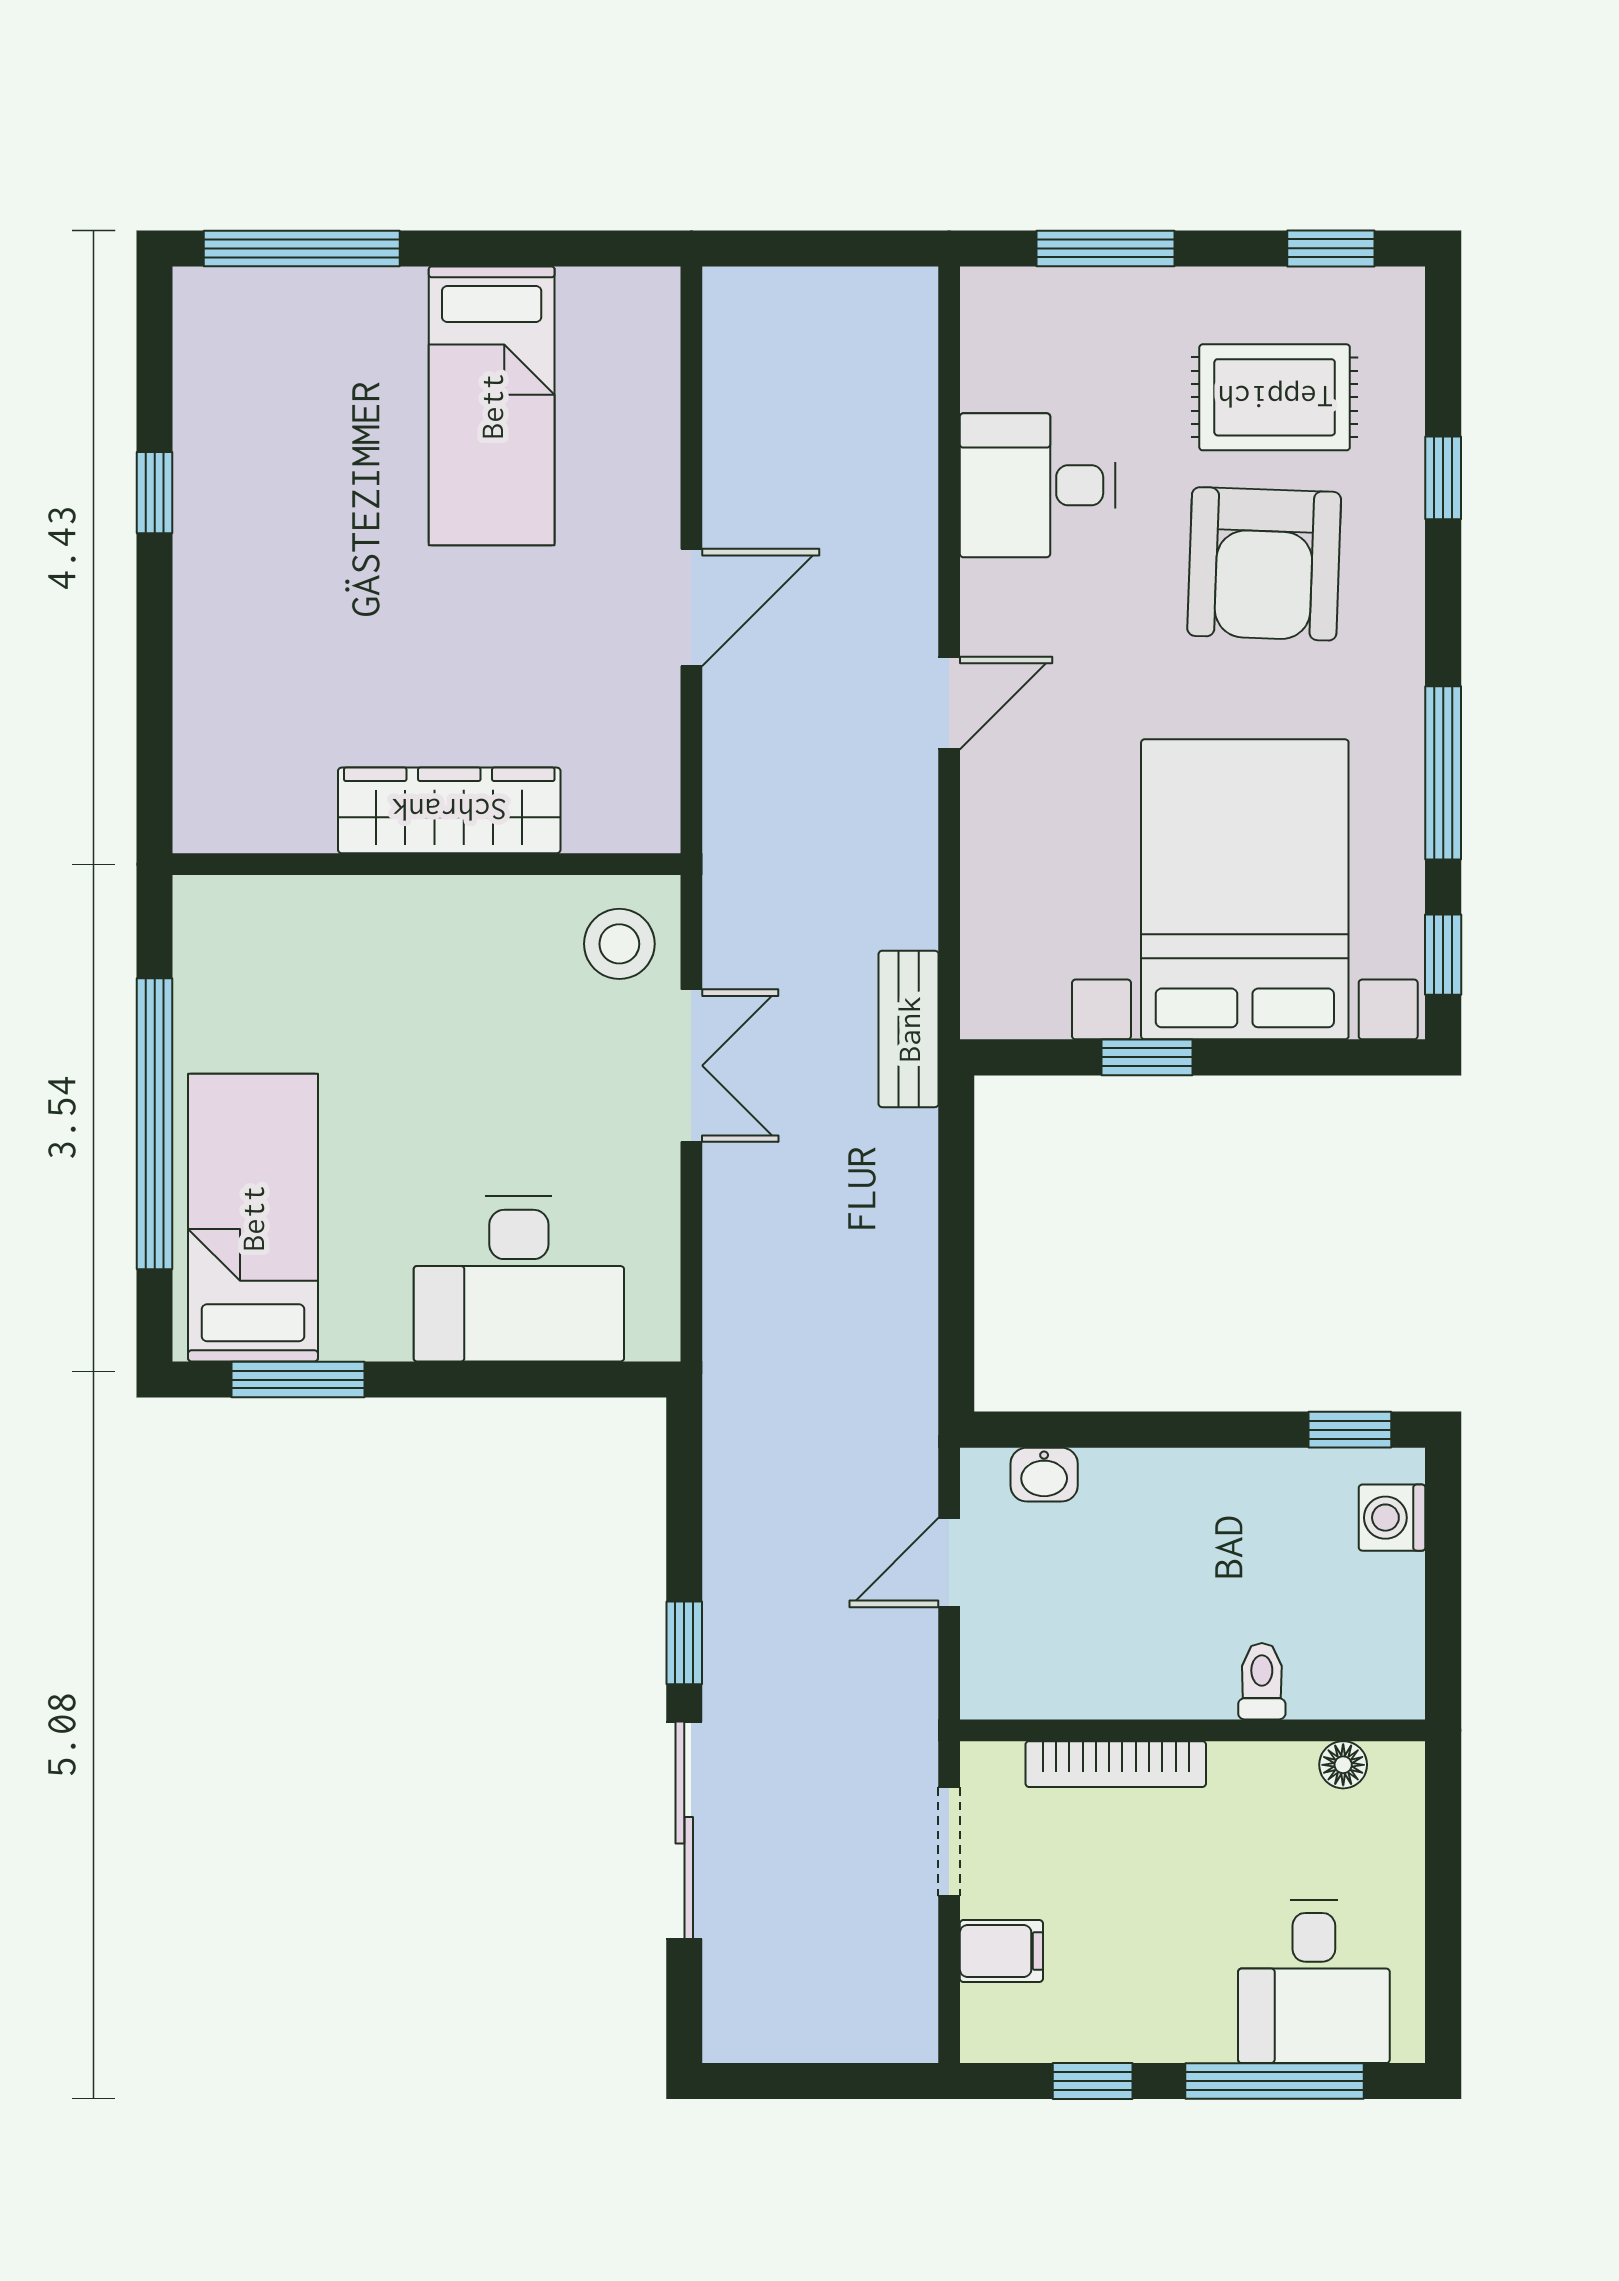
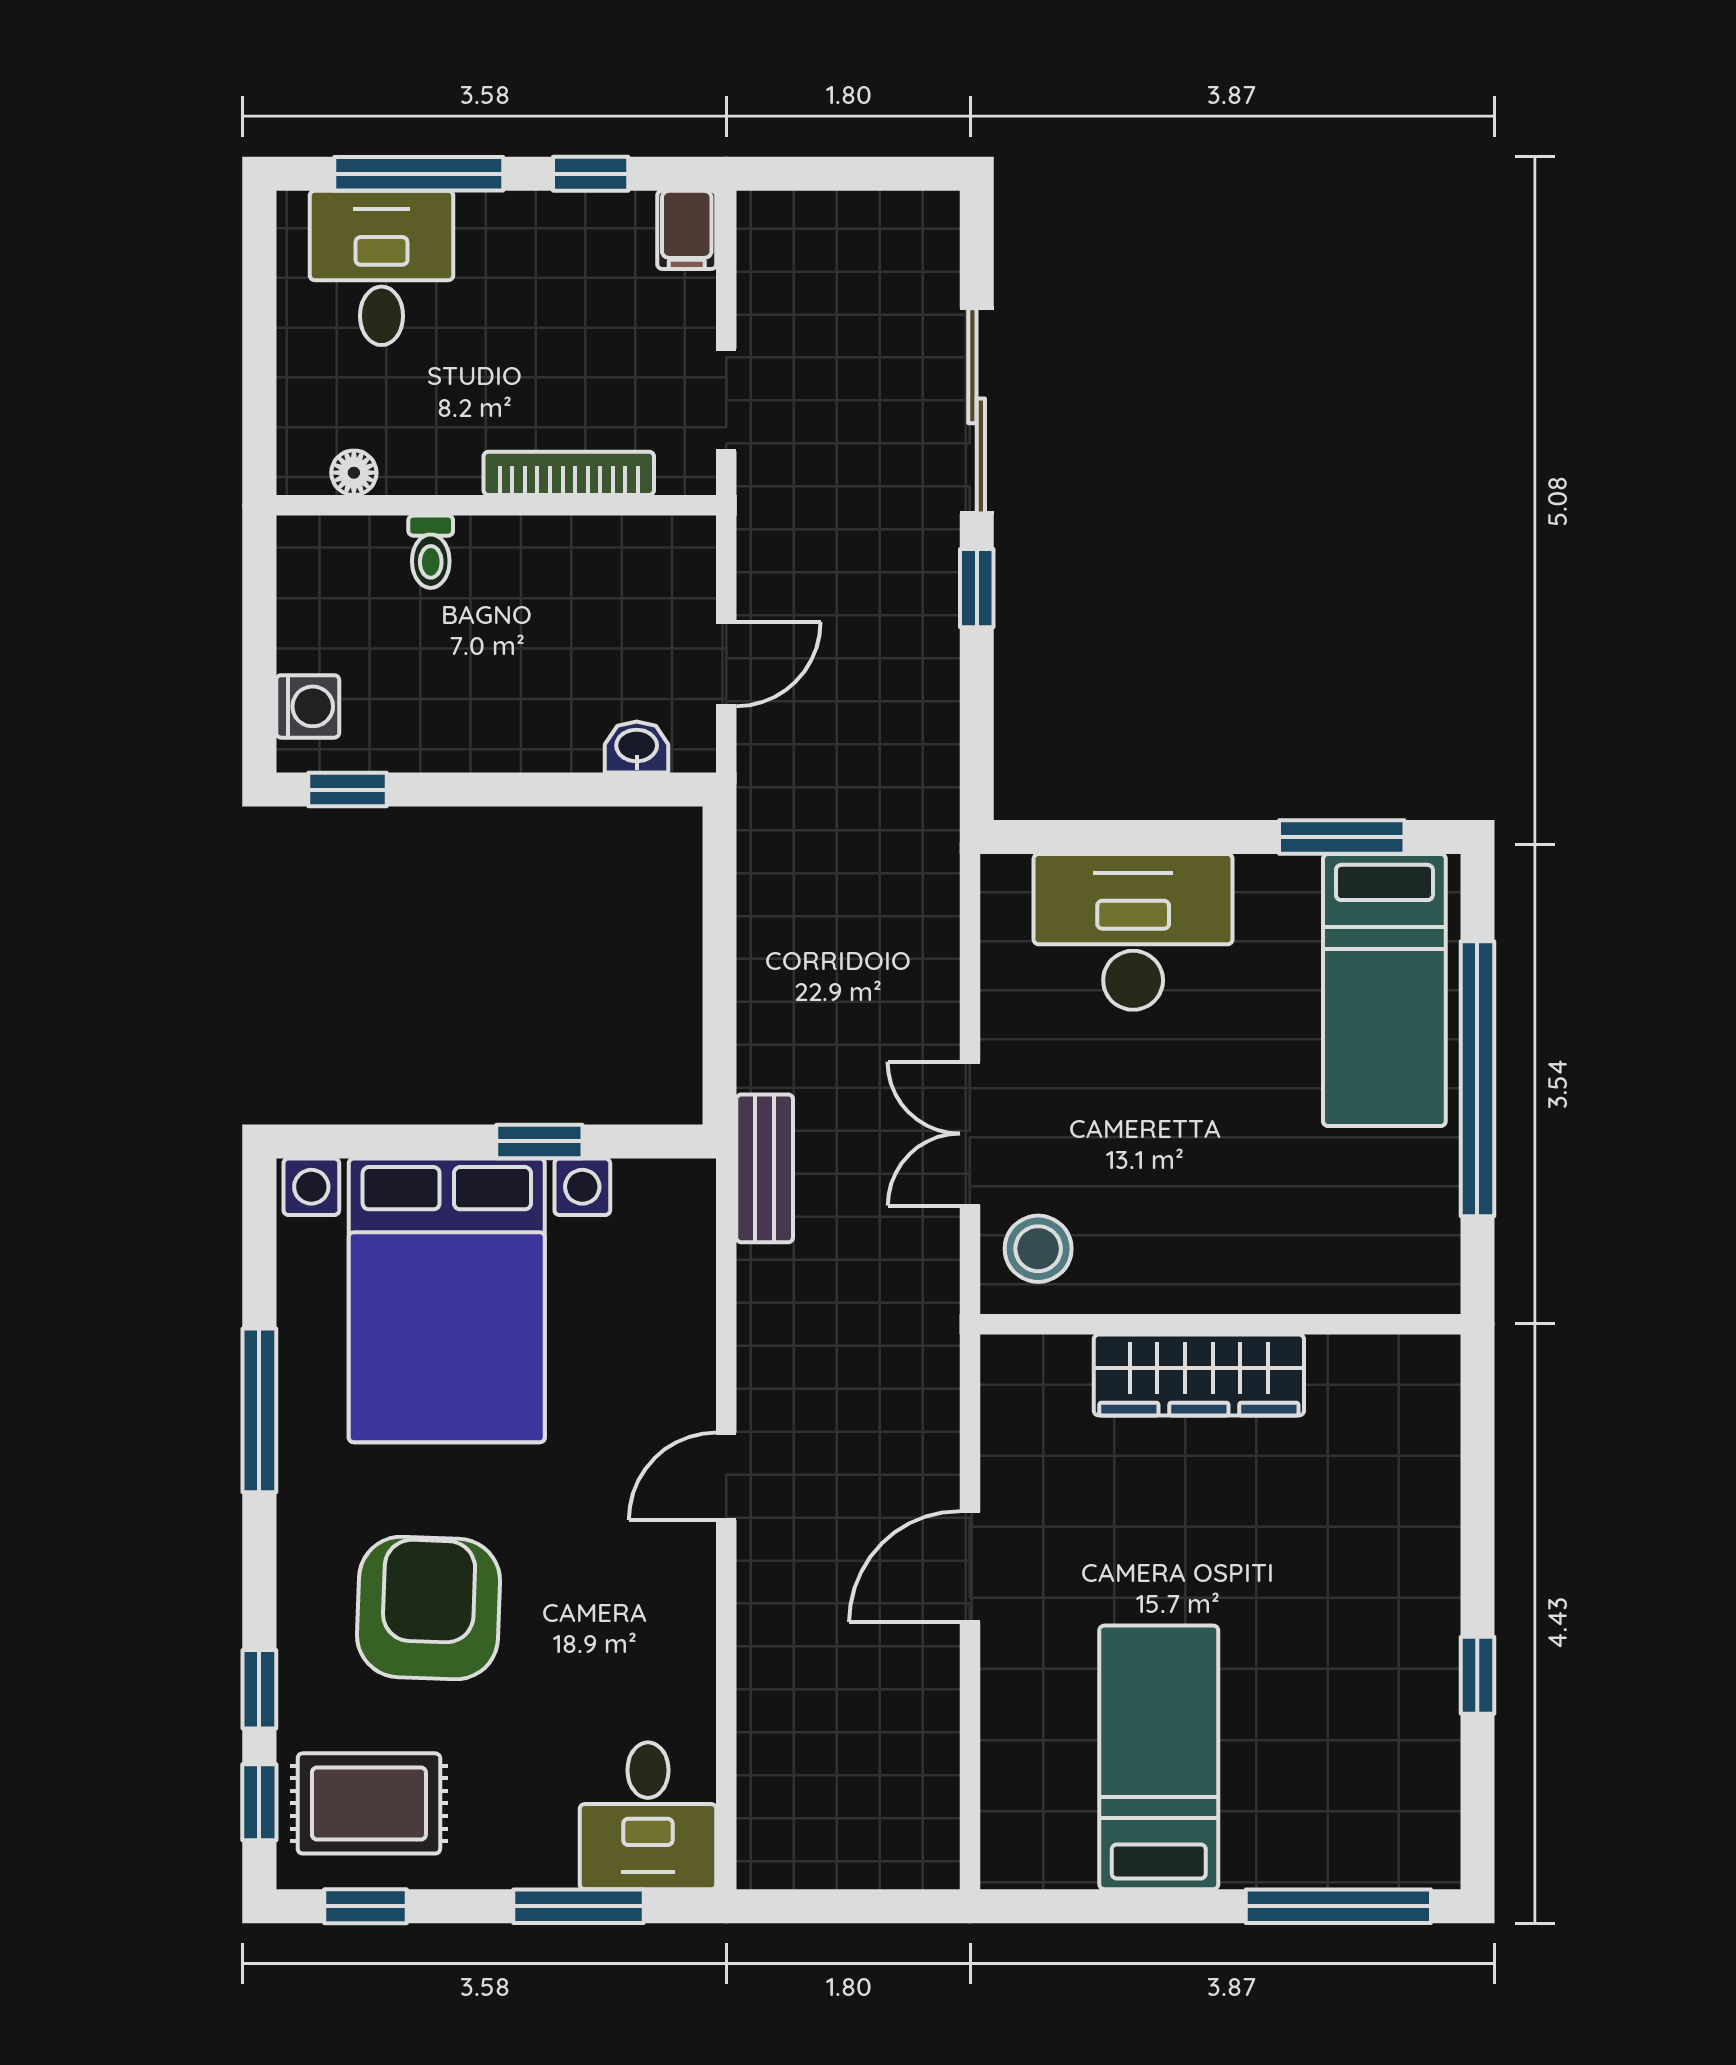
rug: (1275, 397) -> (369, 1803), moved
desk: (1038, 485) -> (648, 1816), moved, turned 90
window: (1443, 955) -> (259, 1802), moved
filing cabinet: (1001, 1951) -> (687, 230), moved, turned -90

